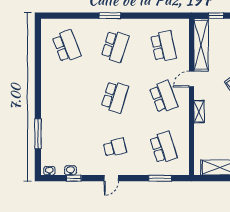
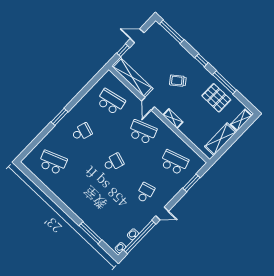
school desk: (115, 46) -> (82, 132), width x0.54
school desk: (115, 97) -> (113, 162), width x0.54
window: (74, 178) -> (140, 237), width x3.17
door: (111, 178) -> (162, 213), hinge flipped

